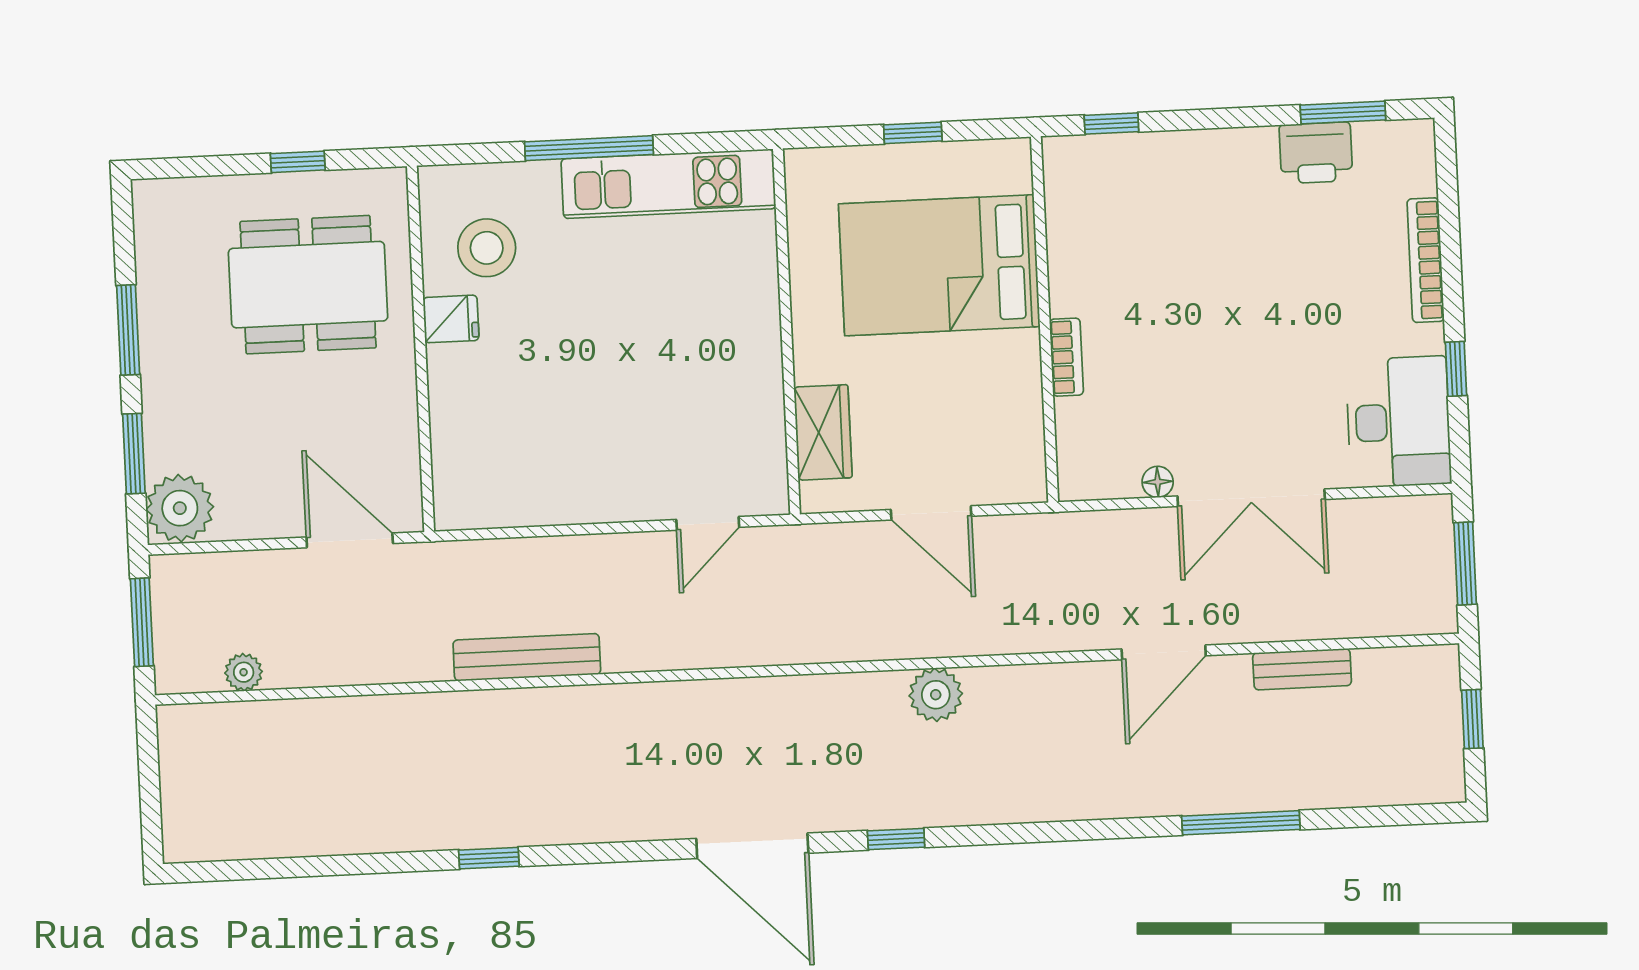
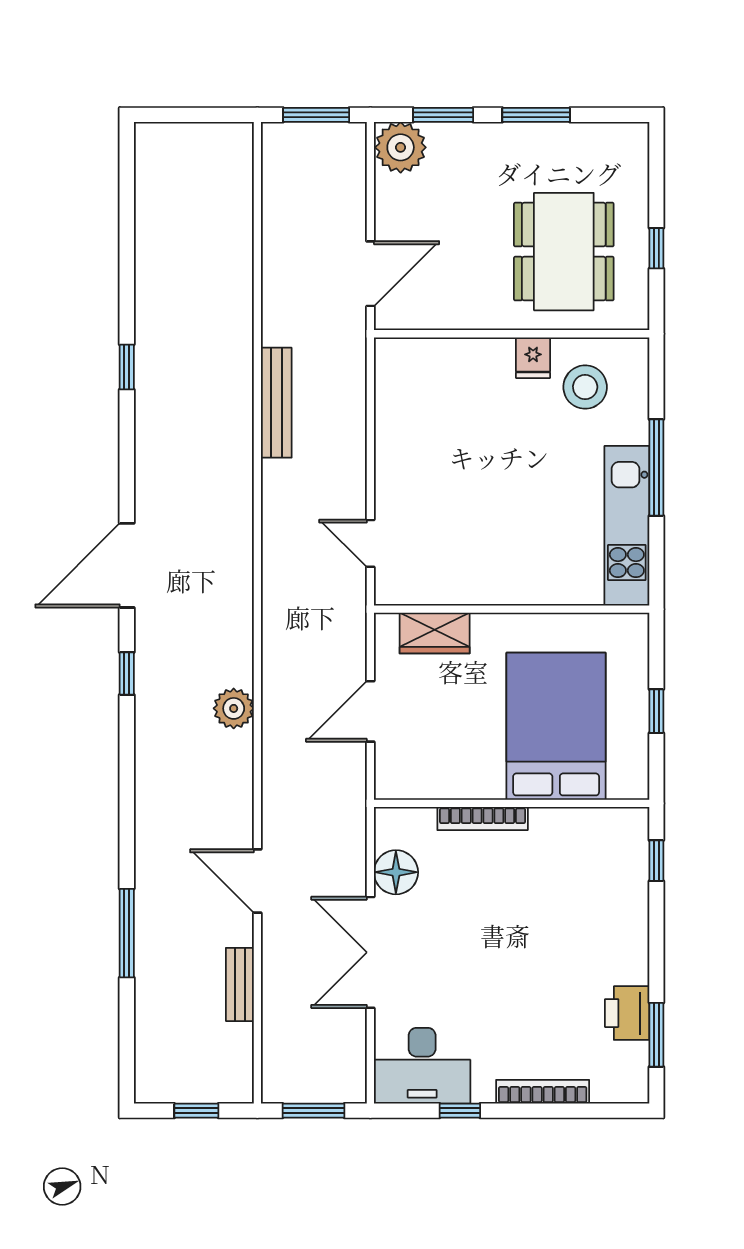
bookcase: (1066, 357) -> (483, 819), width x1.56
floor lamp: (1158, 482) -> (396, 872), width x1.89, depth x1.89
plant: (244, 672) -> (275, 189), removed

